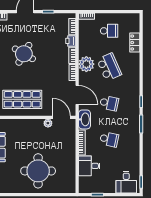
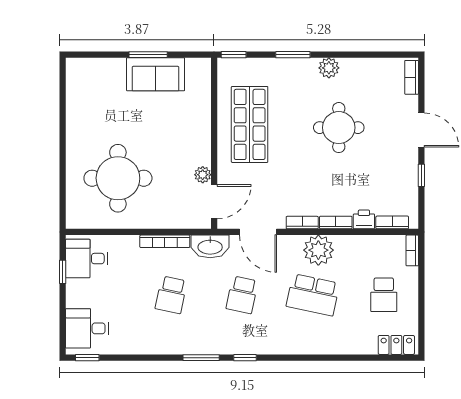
locker: (135, 43) -> (396, 345), moved
round table: (24, 54) -> (339, 128), turned -30
school desk: (109, 67) -> (313, 295), turned 36
door: (77, 95) -> (258, 232), hinge flipped
desk: (89, 166) -> (87, 259), moved, turned -90
round table: (38, 171) -> (118, 178), moved

